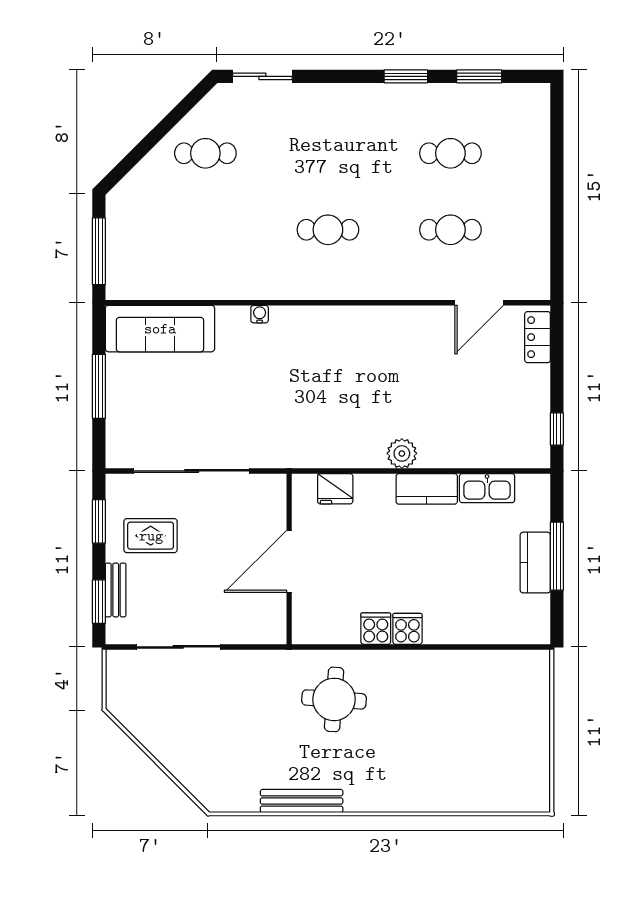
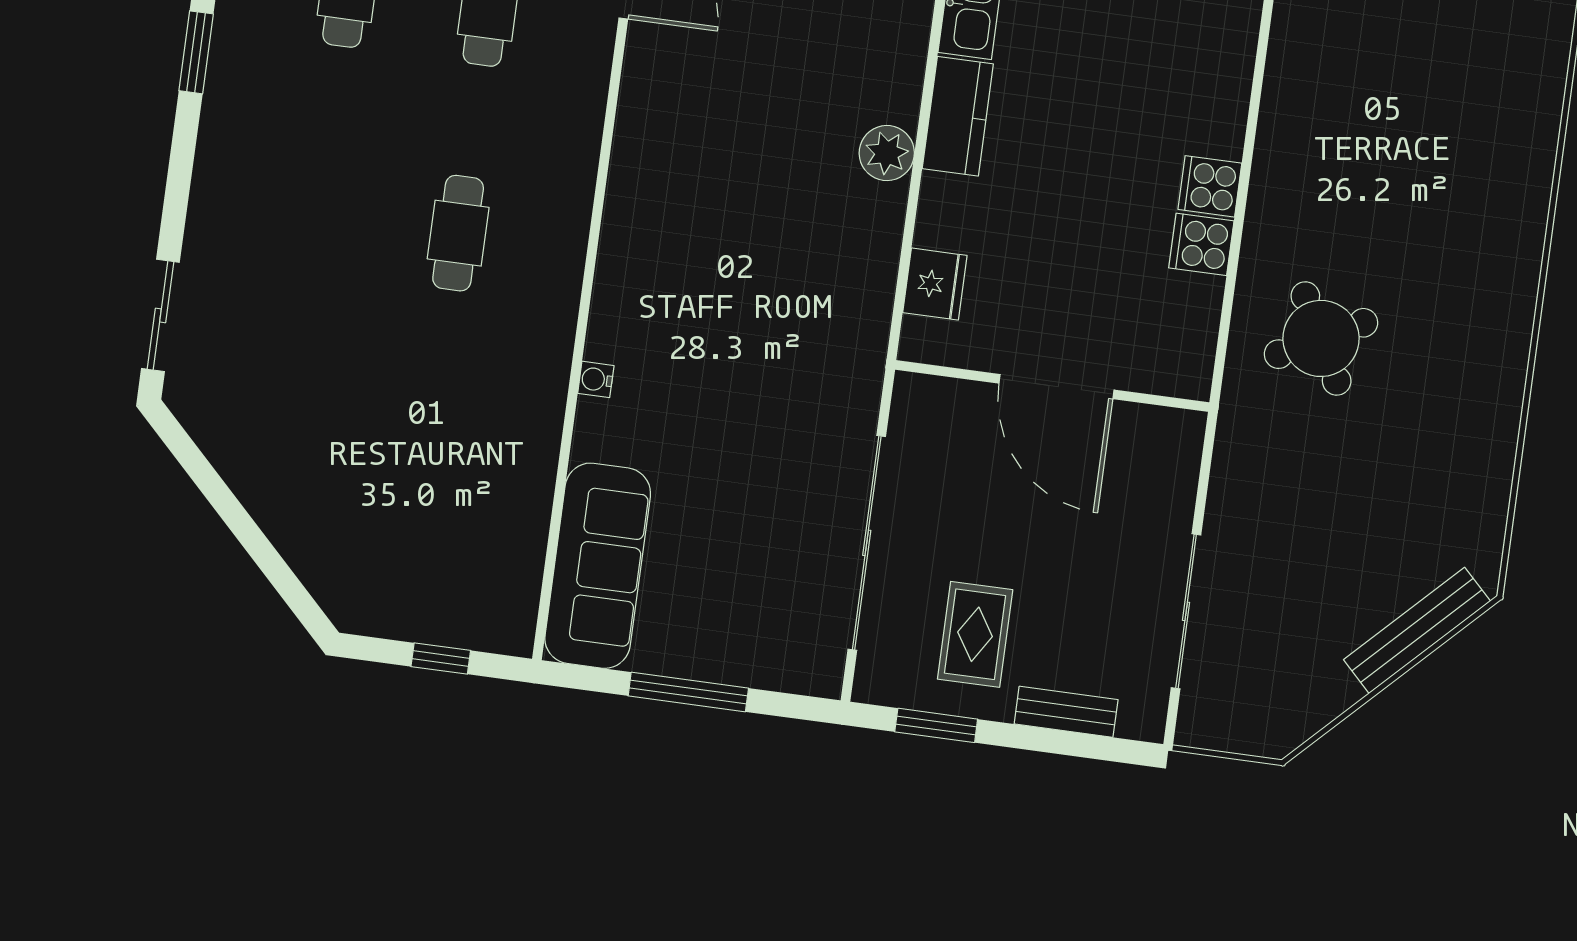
cafe table: (205, 153) -> (287, 439), removed
window: (99, 251) -> (441, 658), width x0.46
window: (99, 602) -> (1083, 745), removed
round table: (334, 699) -> (1321, 338), turned -32
bench: (302, 801) -> (1417, 630), moved, turned 45

